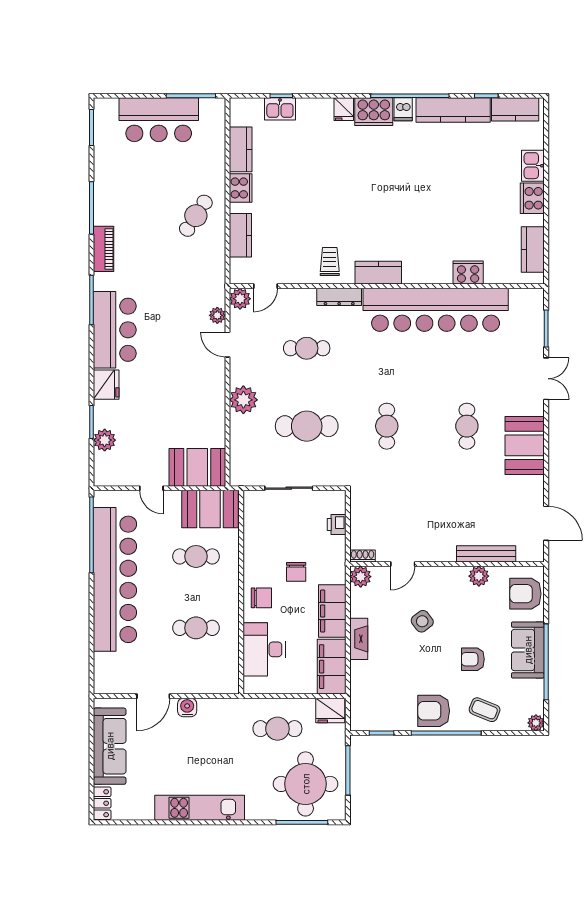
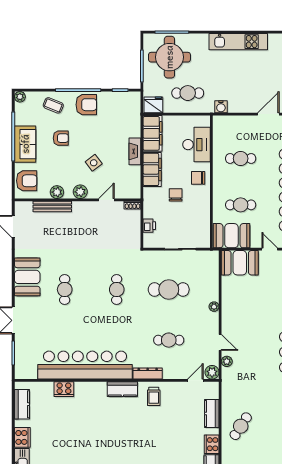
plant: (243, 400) -> (214, 307), width x0.53, depth x0.53
plant: (361, 577) -> (80, 192), moved
water cooler: (187, 707) -> (221, 107), moved

